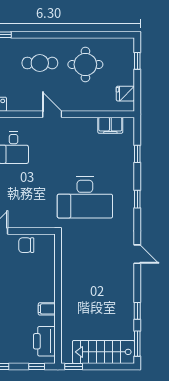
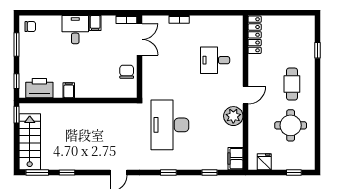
filing cabinet: (110, 125) -> (235, 159), moved
plant: (75, 128) -> (233, 116), added

